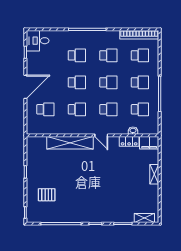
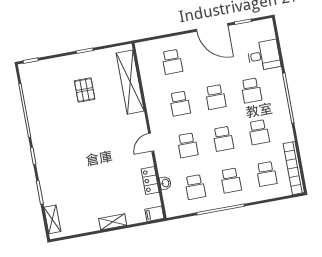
desk: (38, 41) -> (264, 55), moved, turned 90
door: (25, 87) -> (212, 27), moved
shelving: (70, 143) -> (130, 82), moved
filing cabinet: (149, 143) -> (154, 214), width x0.50
pallet: (47, 195) -> (85, 90), moved

